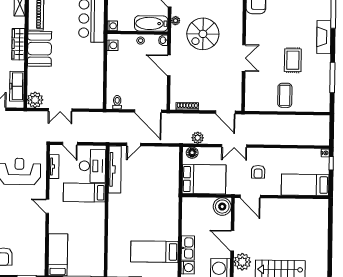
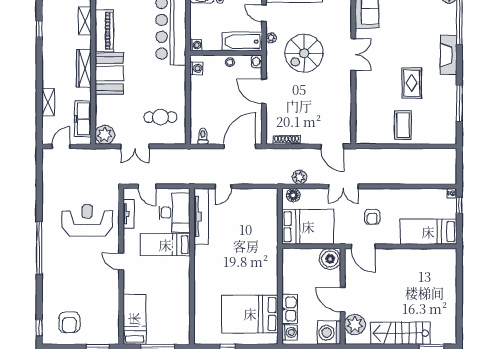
double door: (244, 58) -> (353, 55), moved
cafe table: (82, 86) -> (160, 117), added
door: (148, 111) -> (240, 146), swing flipped
bed: (154, 252) -> (250, 314), width x1.50

